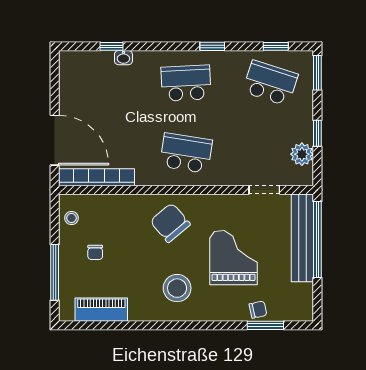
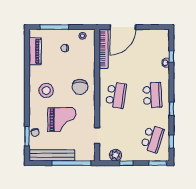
chair: (170, 223) -> (80, 87), turned 130
bench: (302, 238) -> (52, 155), moved

